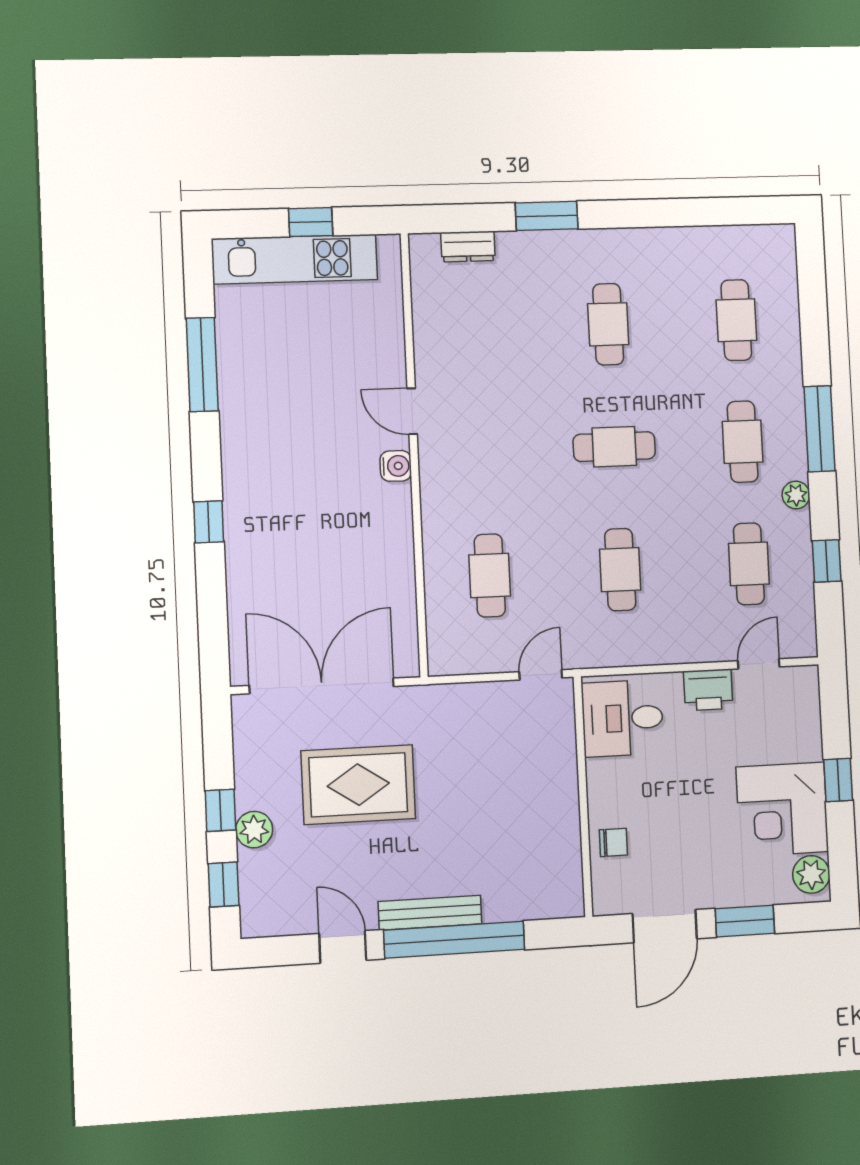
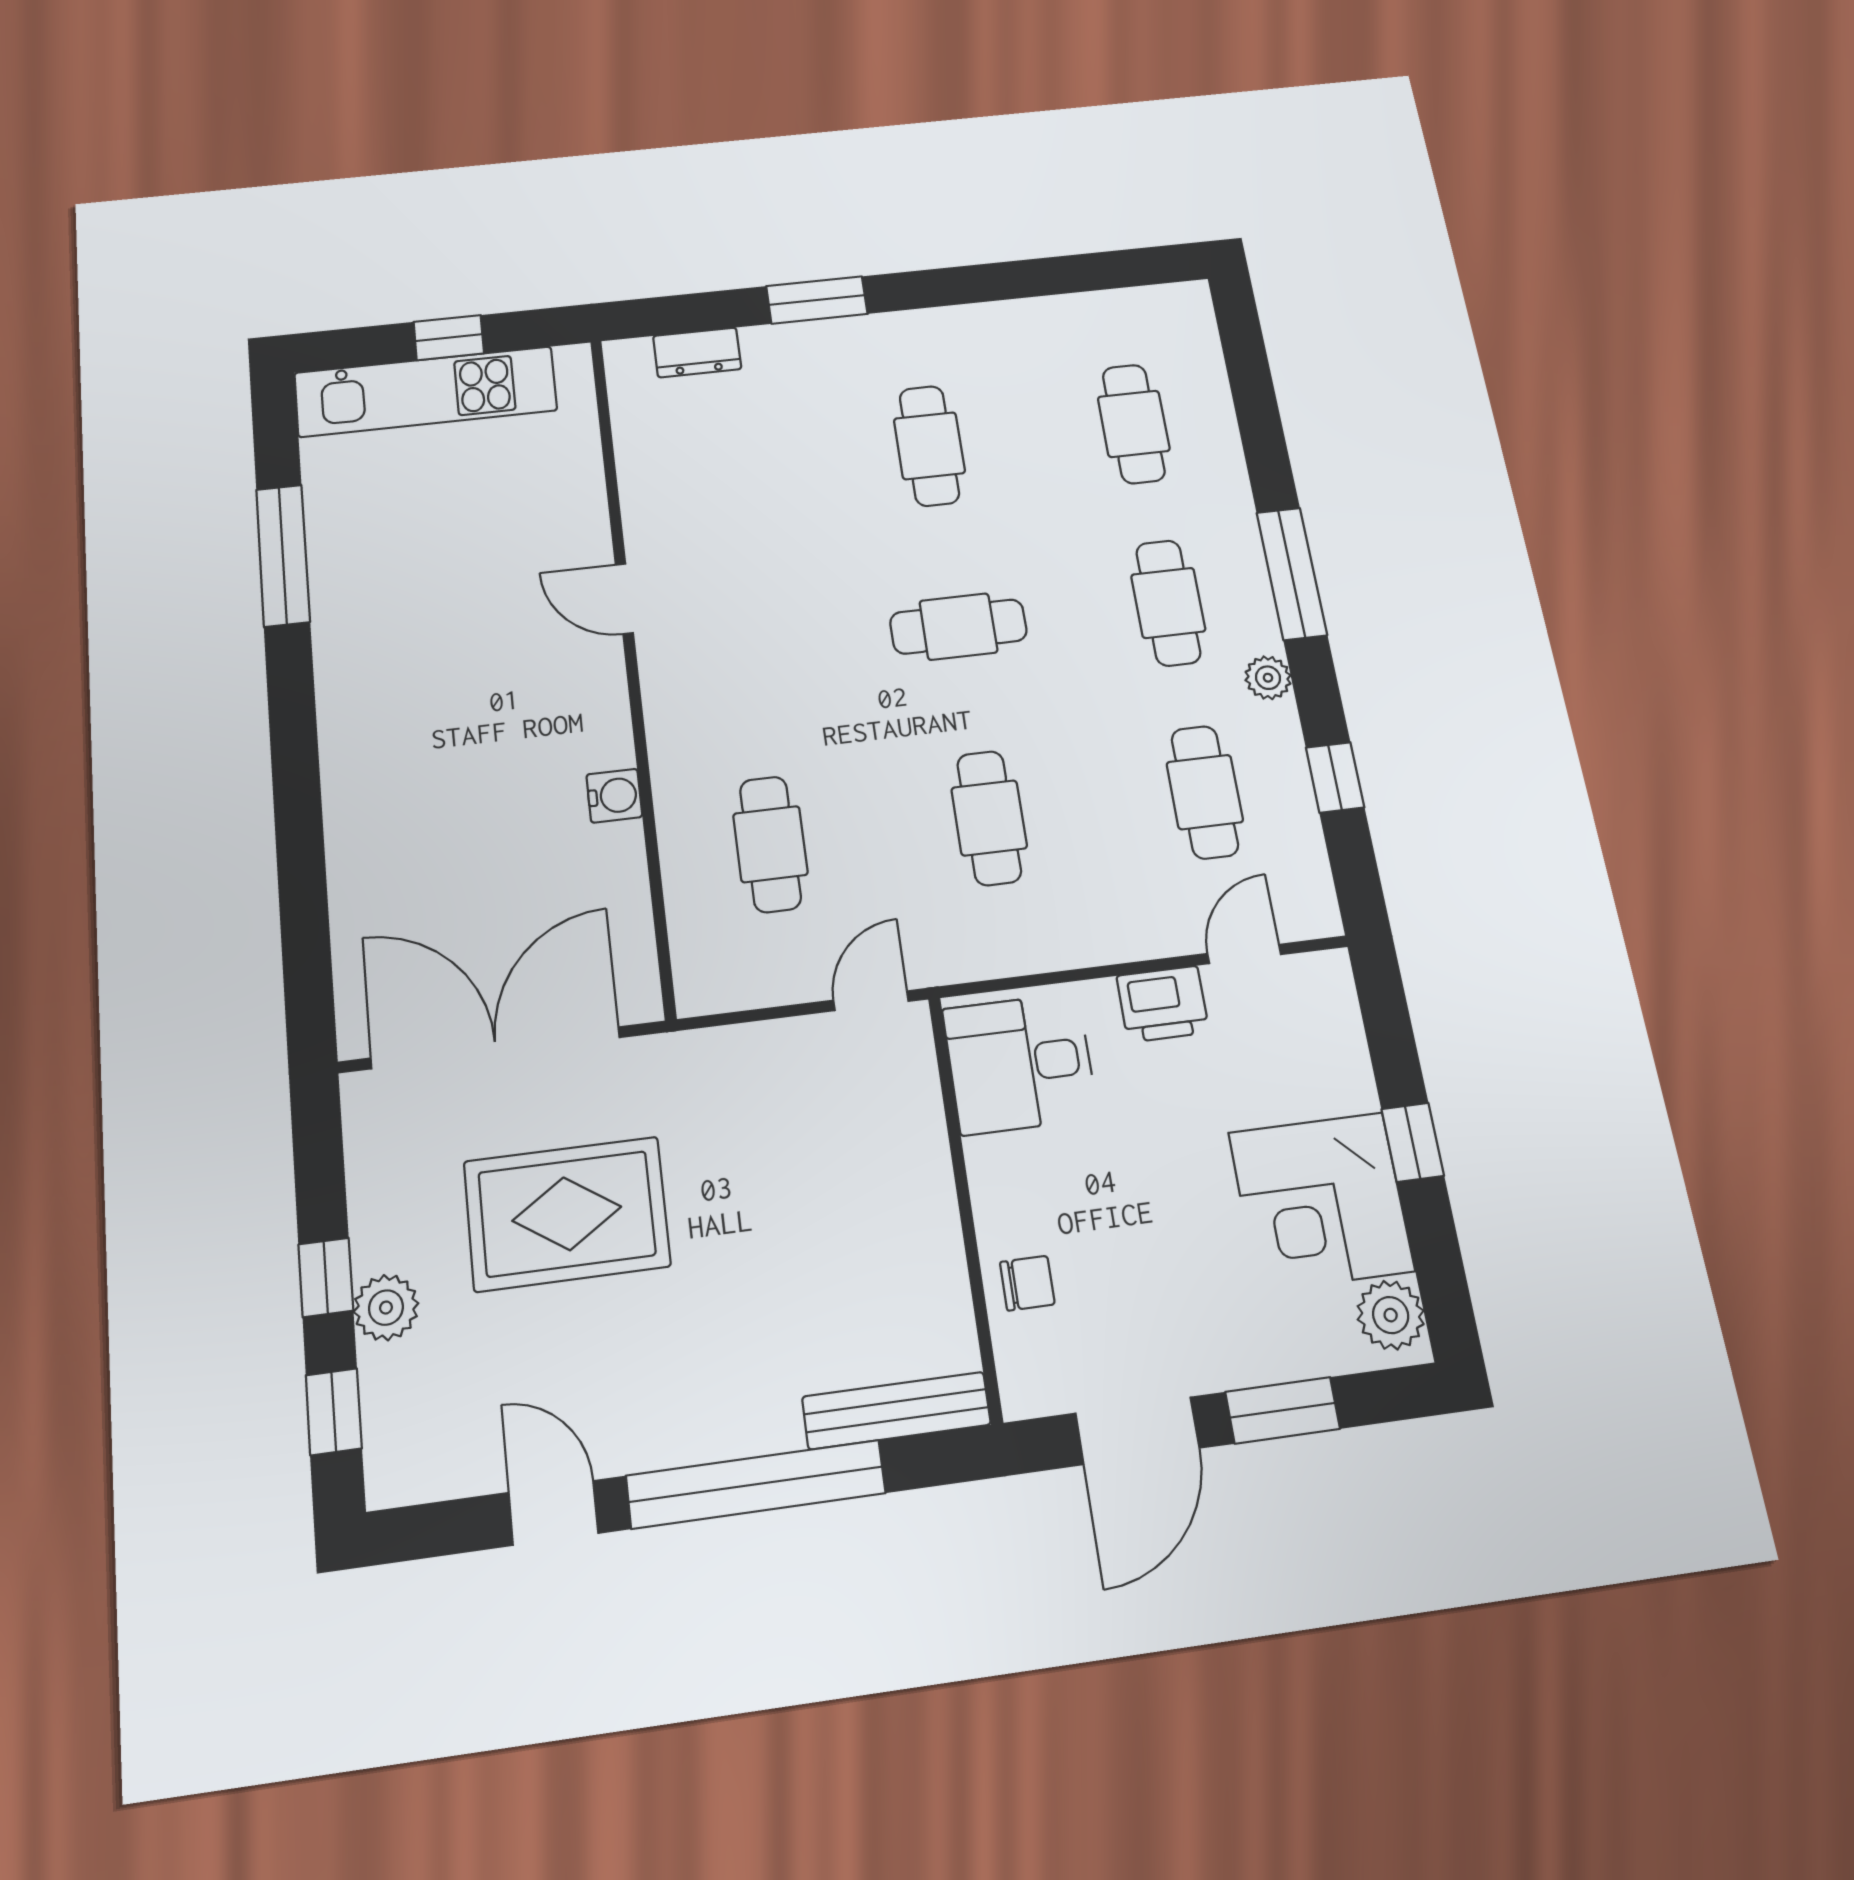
water cooler: (396, 466) -> (614, 796), moved
window: (209, 522) -> (297, 794), removed
bench: (430, 913) -> (896, 1411), moved

